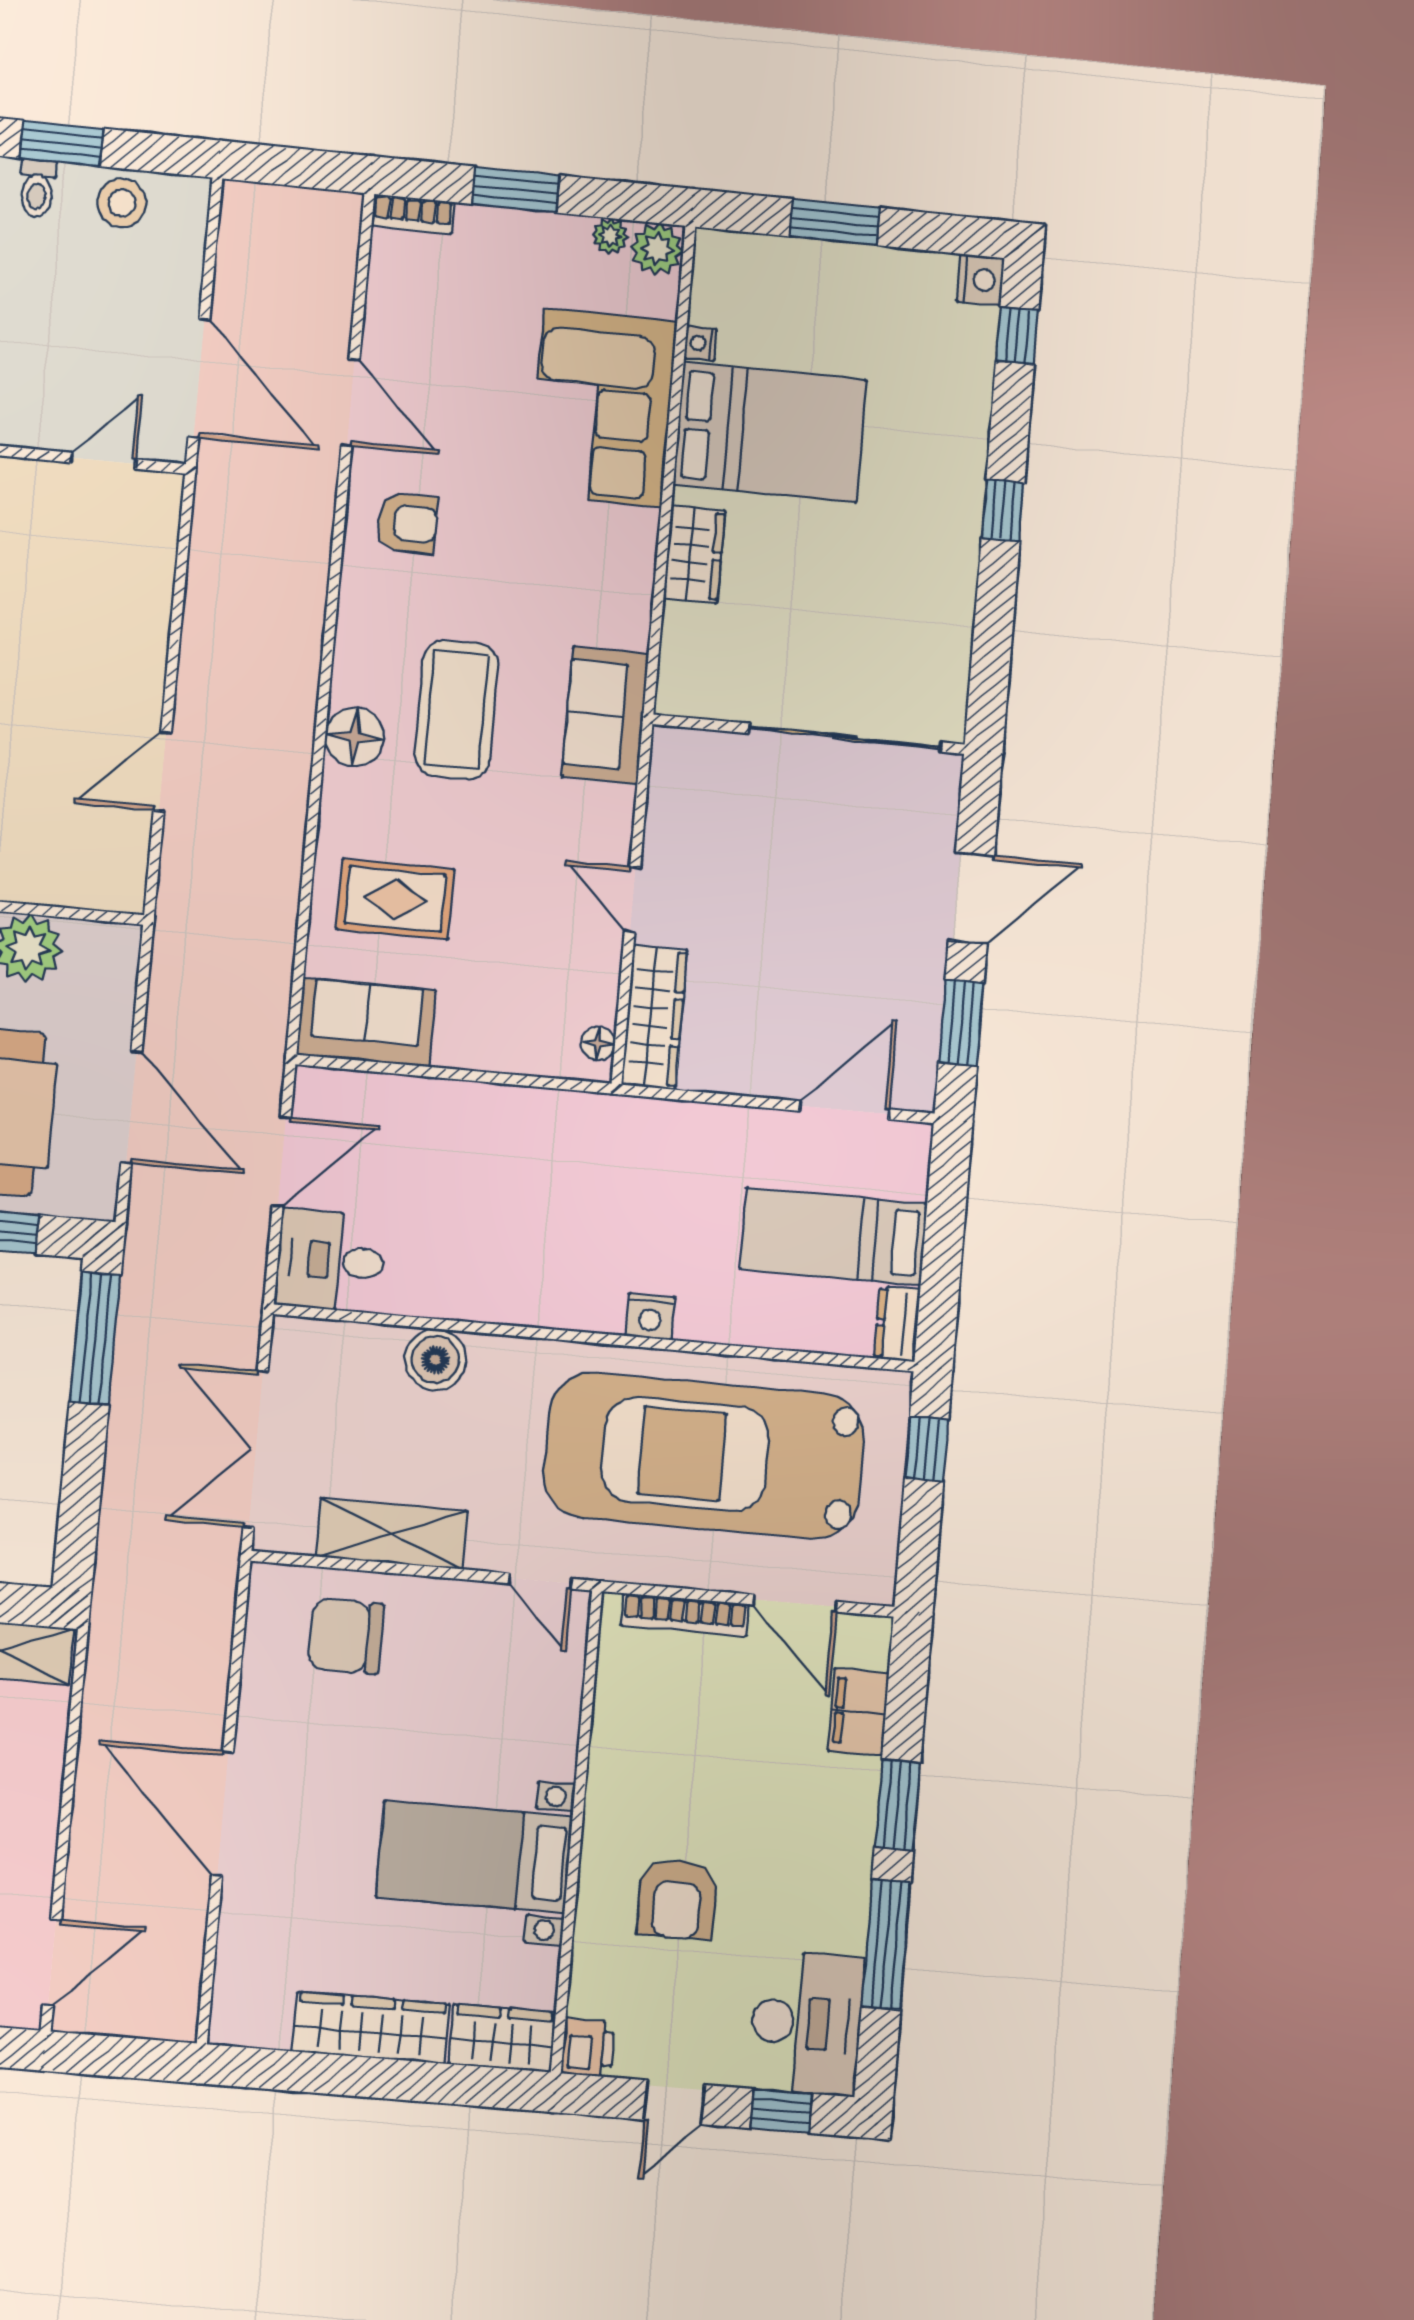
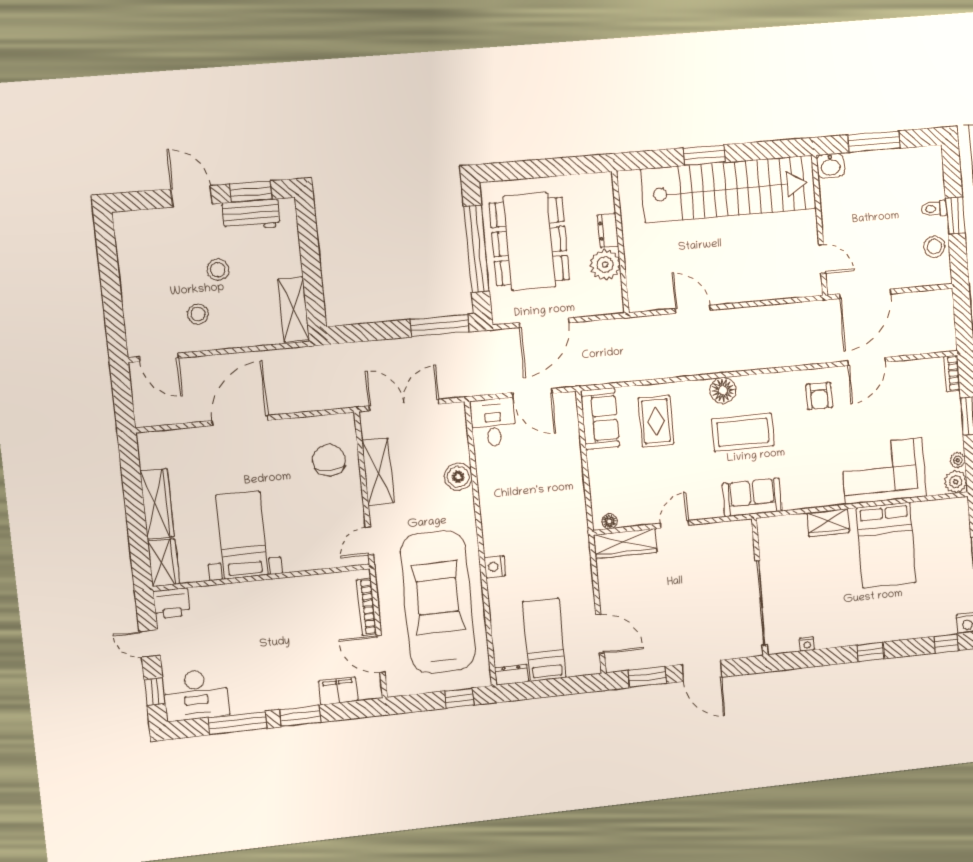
nightstand: (700, 343) -> (807, 644), moved, turned 180
door: (795, 1603) -> (381, 654), hinge flipped
armchair: (677, 1899) -> (240, 628), removed
printer: (588, 2048) -> (171, 603), width x1.36, depth x1.24

